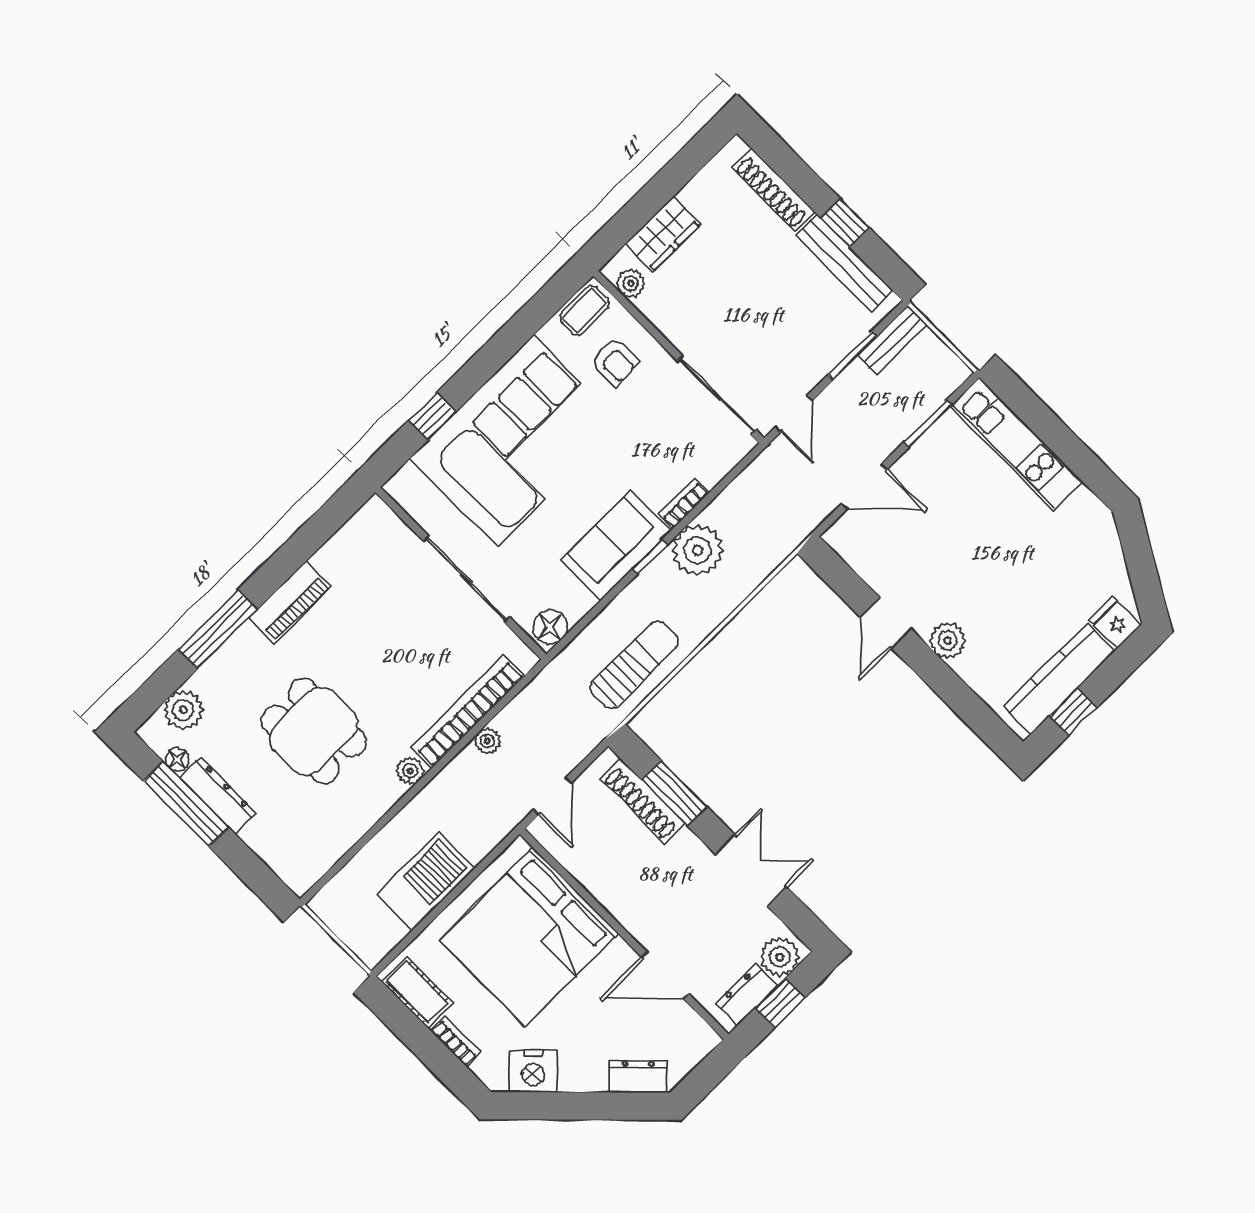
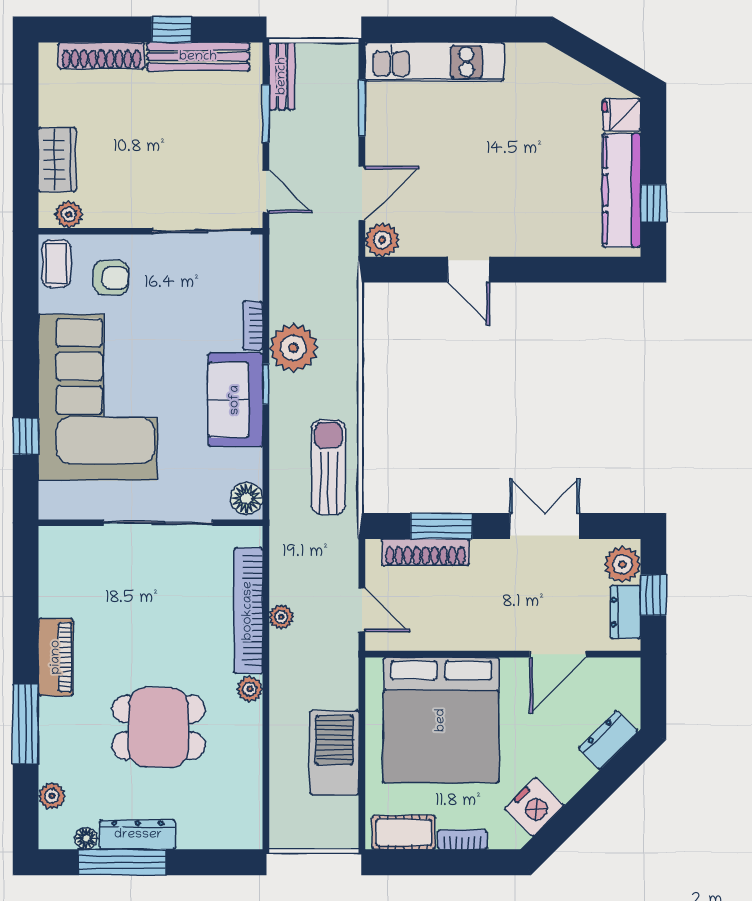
plant: (948, 641) -> (382, 240), moved
plant: (183, 710) -> (52, 796), width x0.73, depth x0.73

